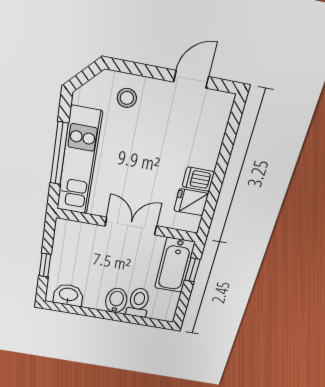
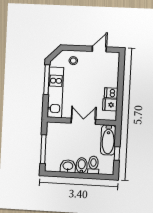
window: (59, 154) -> (47, 80), moved
window: (45, 265) -> (43, 149), width x2.17
window: (192, 270) -> (117, 154), moved
washbasin: (68, 295) -> (68, 166), moved

